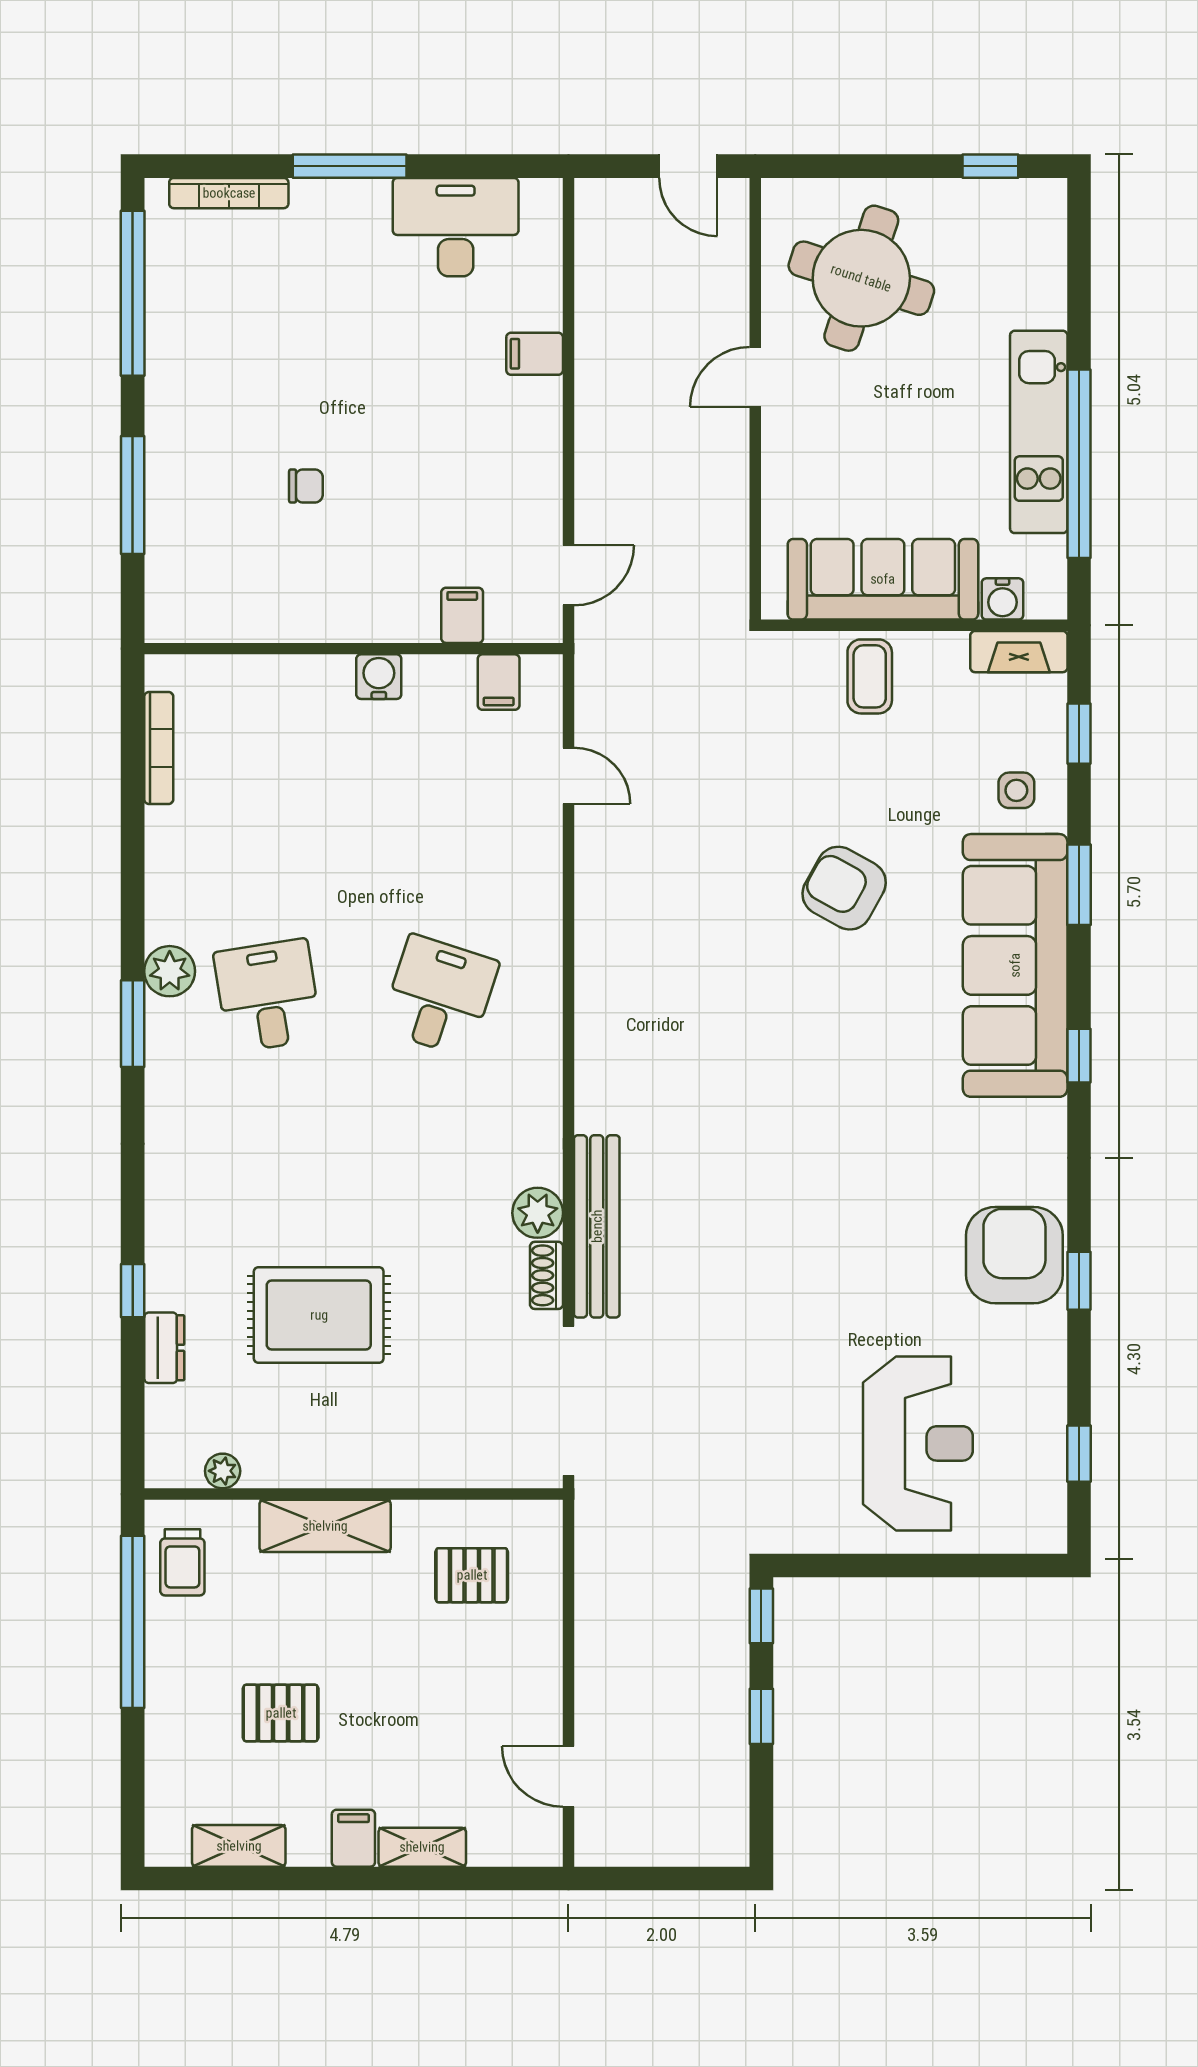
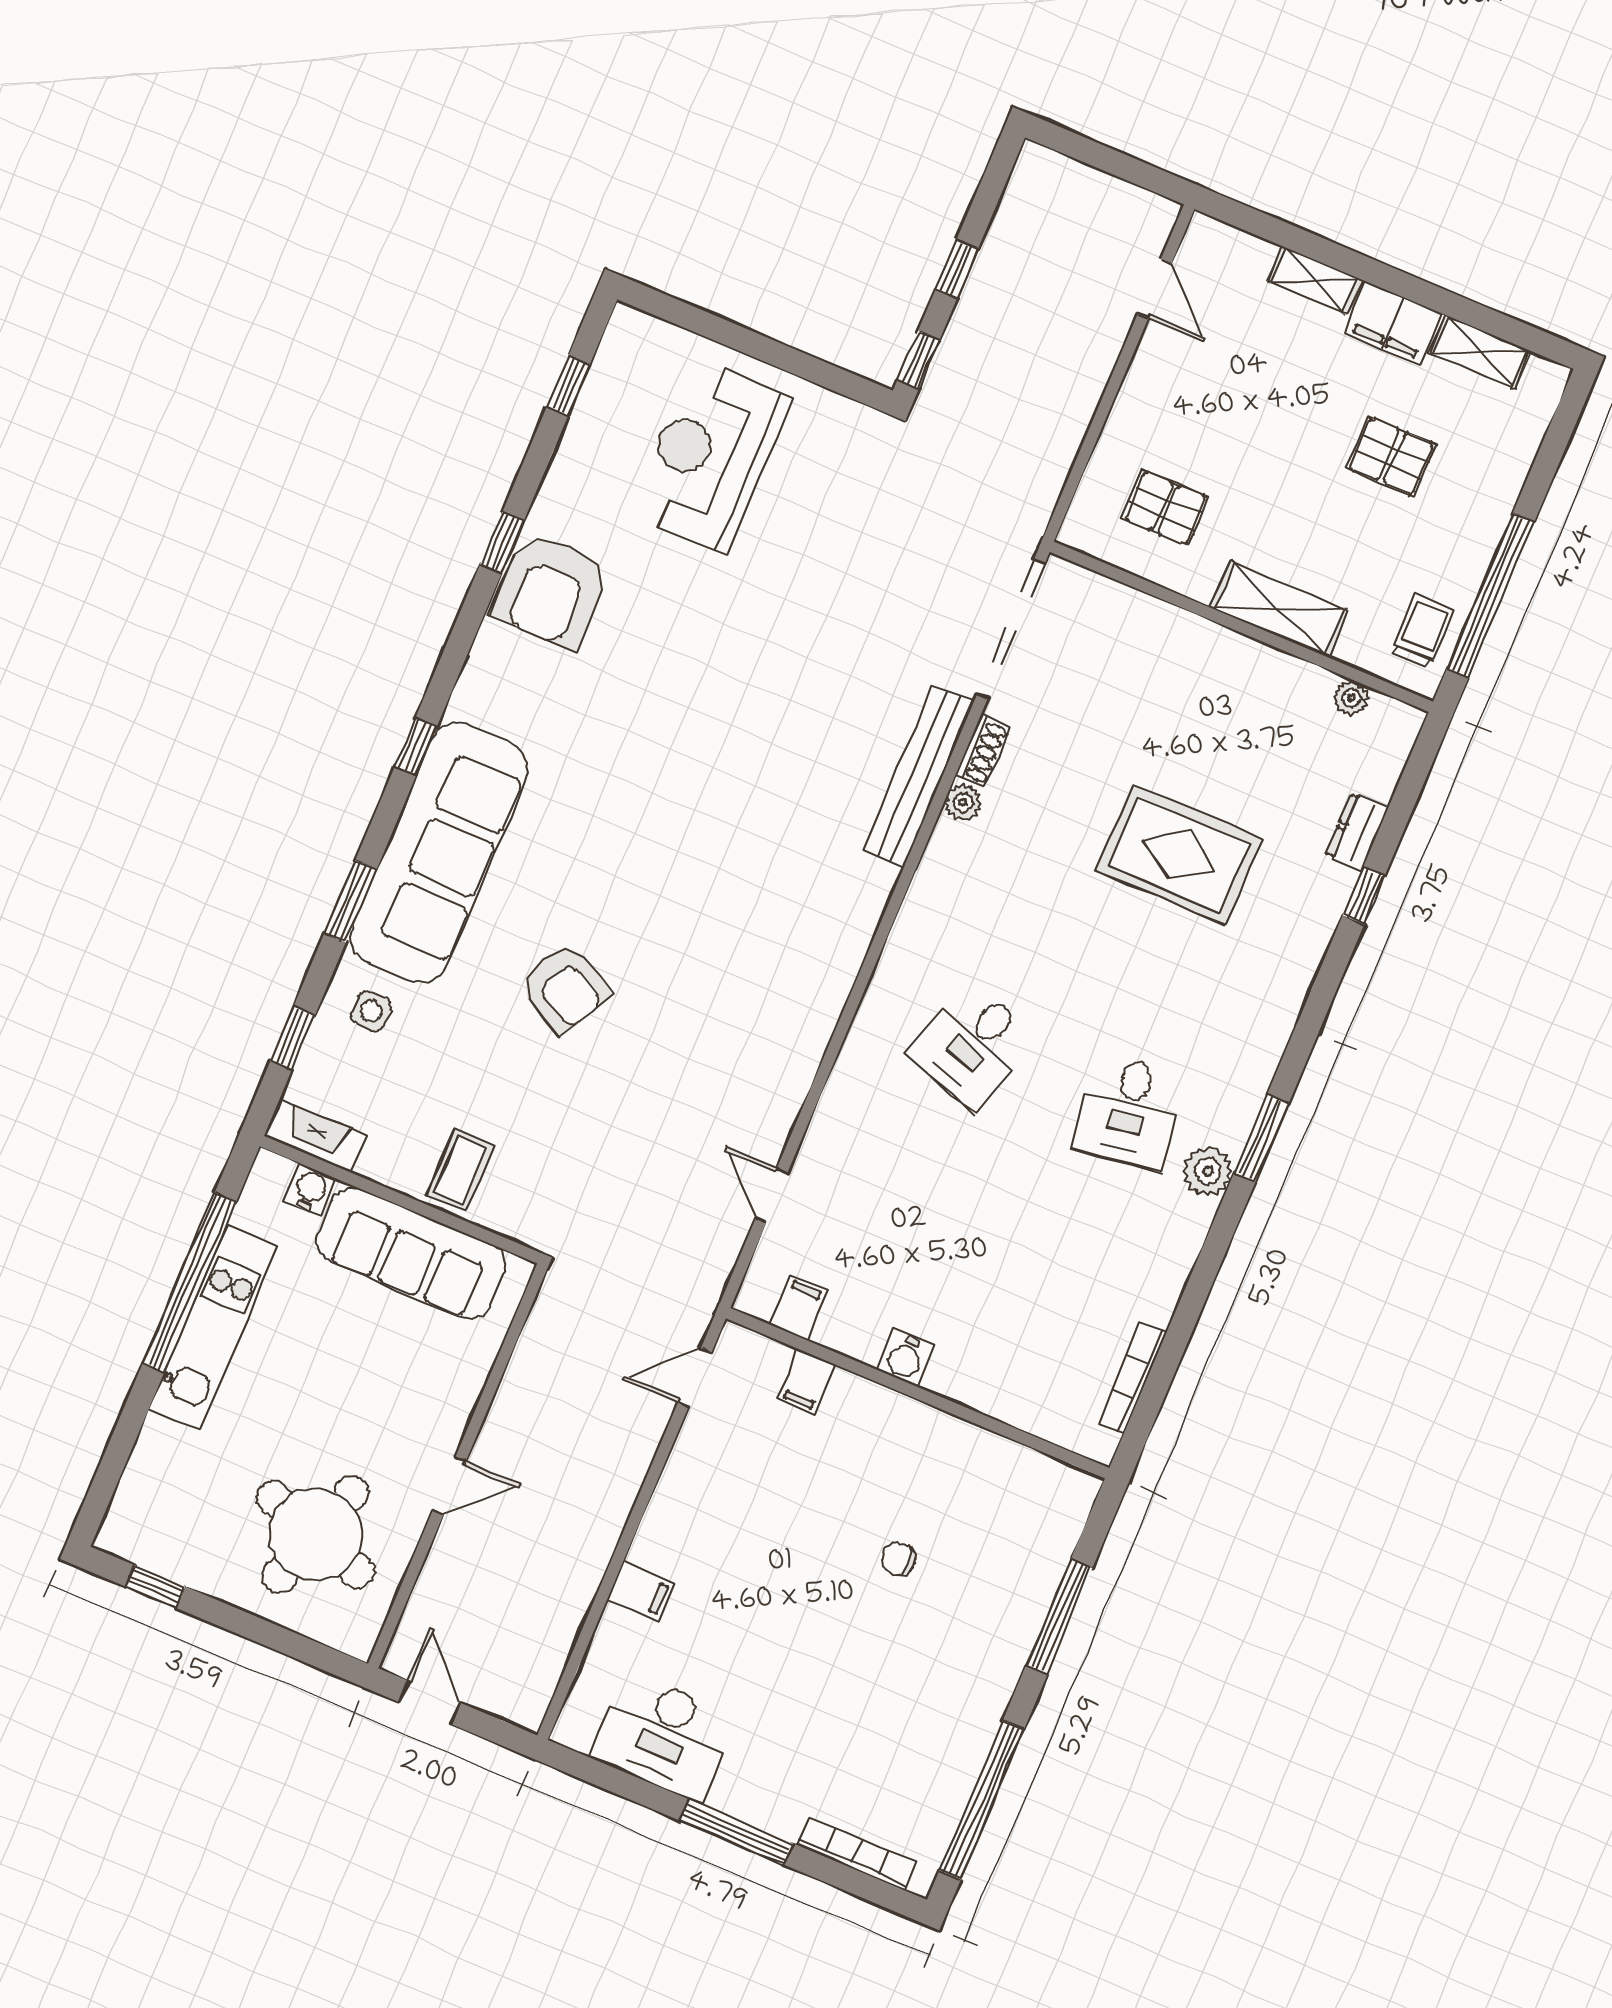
plant: (538, 1213) -> (963, 802), width x0.73, depth x0.73
rug: (319, 1315) -> (1179, 855), moved
filing cabinet: (353, 1838) -> (1393, 323), width x2.00

